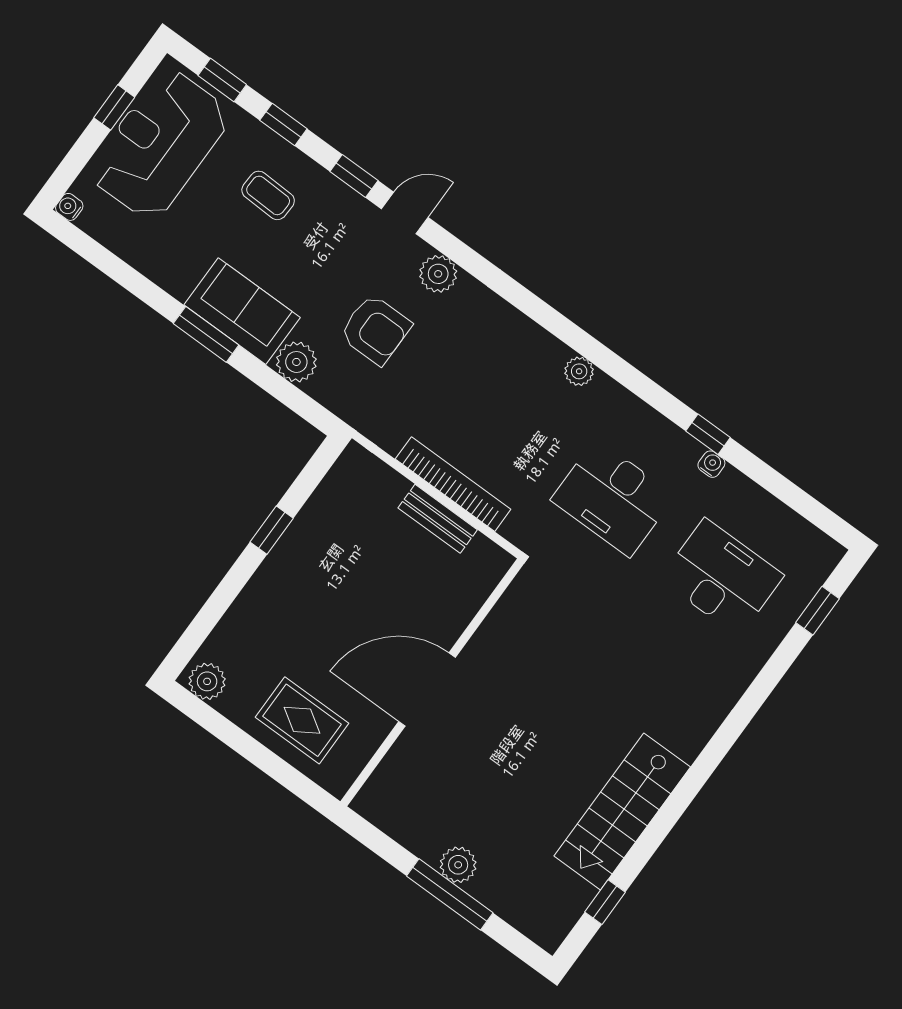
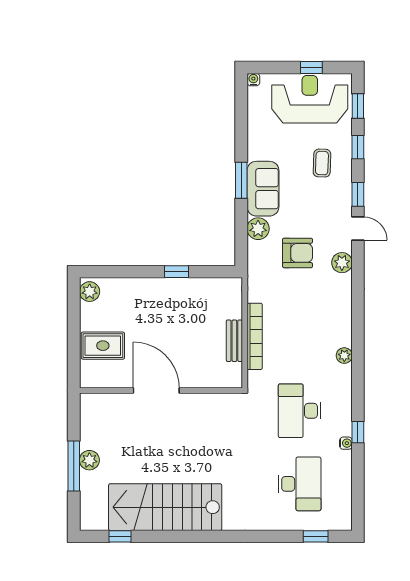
armchair: (375, 330) -> (297, 253), turned -90
rug: (302, 720) -> (103, 346), turned 90
stairs: (622, 811) -> (165, 507), width x1.36, depth x1.51

